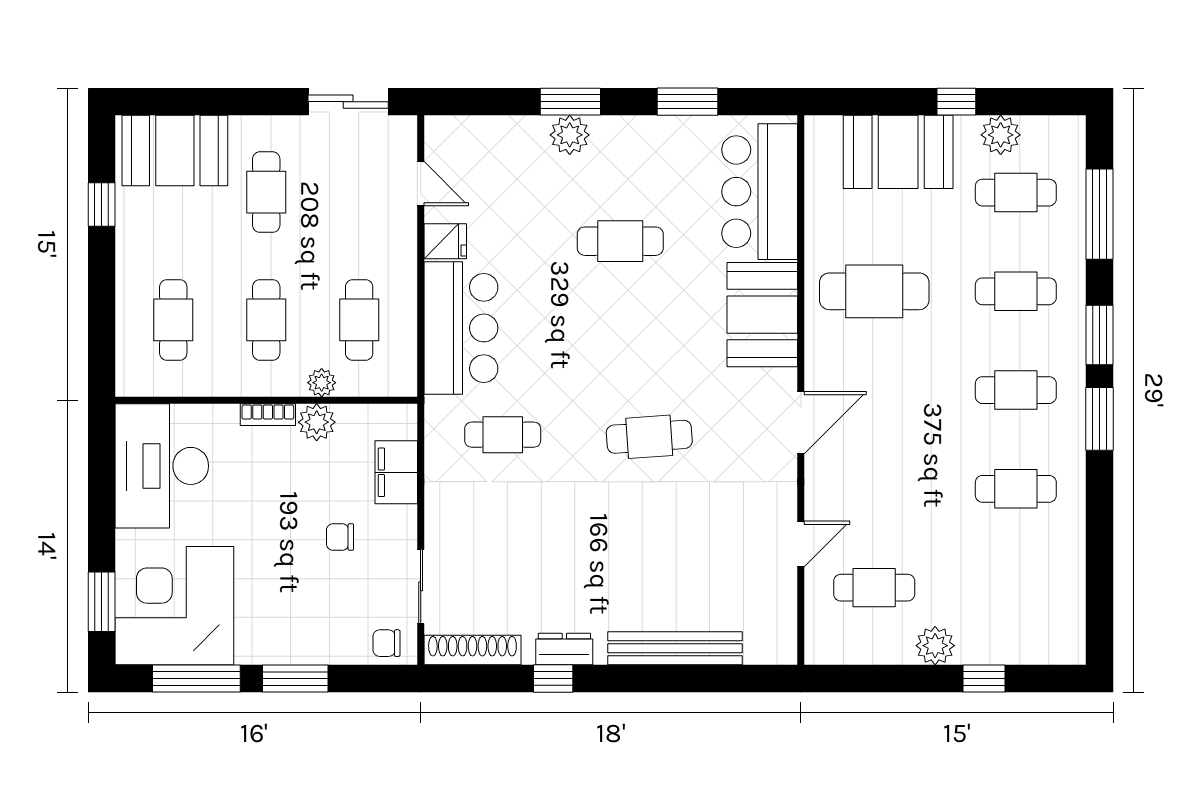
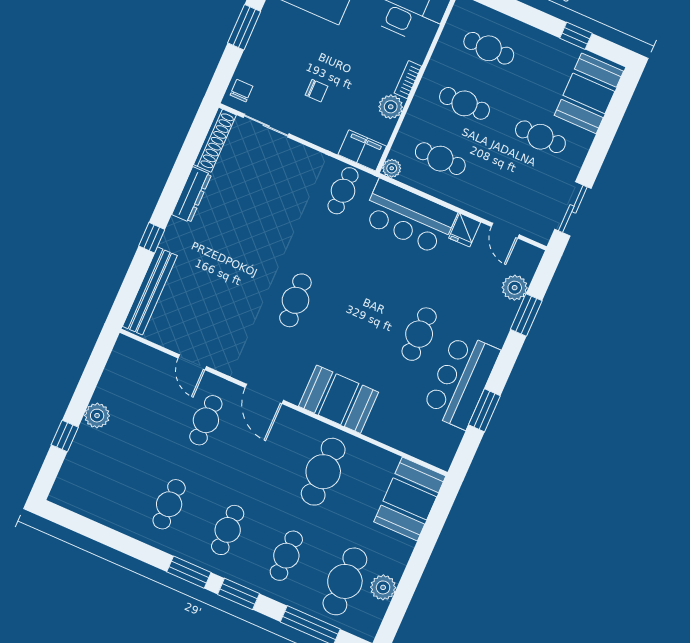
window: (570, 102) -> (526, 315), moved
window: (956, 102) -> (414, 570), removed
plant: (570, 135) -> (515, 288), moved
booth: (898, 152) -> (410, 499), moved
door: (421, 184) -> (505, 231), hinge flipped
bar counter: (760, 192) -> (461, 381), moved, turned -90
cafe table: (1016, 193) -> (345, 581), width x1.37, depth x1.35
plant: (322, 383) -> (392, 168), moved
cafe table: (503, 435) -> (343, 191), moved
filing cabinet: (396, 472) -> (362, 150), moved
chair: (340, 537) -> (317, 91), turned 90
cafe table: (874, 588) -> (206, 420), moved
bench: (675, 648) -> (150, 291), moved
dresser: (564, 649) -> (192, 195), width x1.44
window: (553, 679) -> (152, 238), moved

